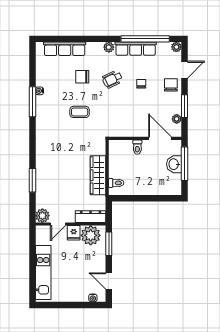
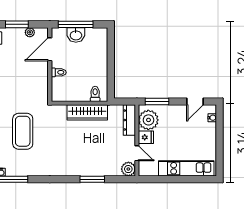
coffee table: (80, 112) -> (23, 131), width x1.86, depth x1.72

